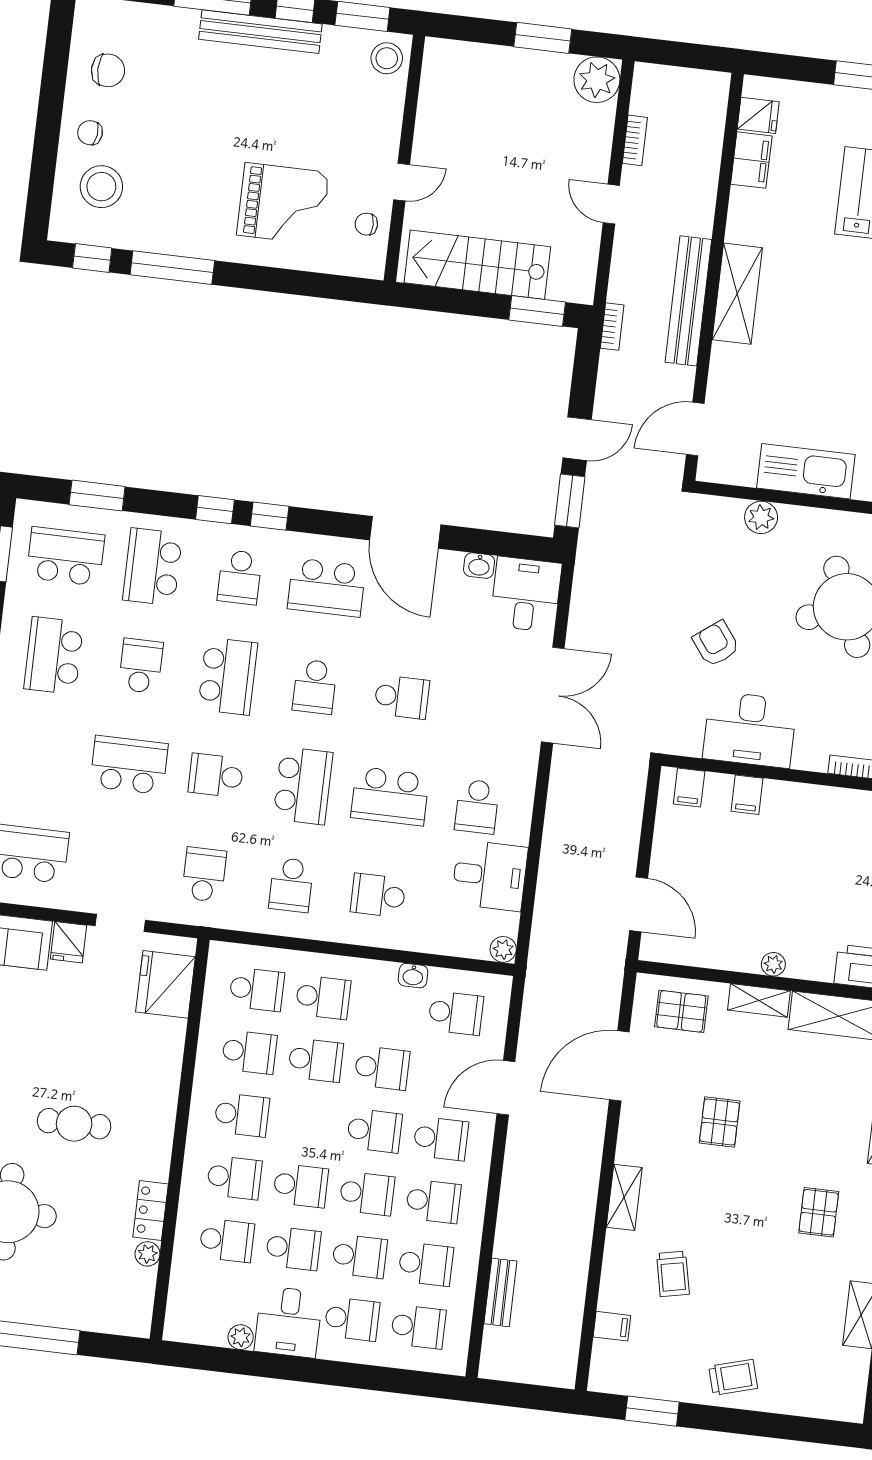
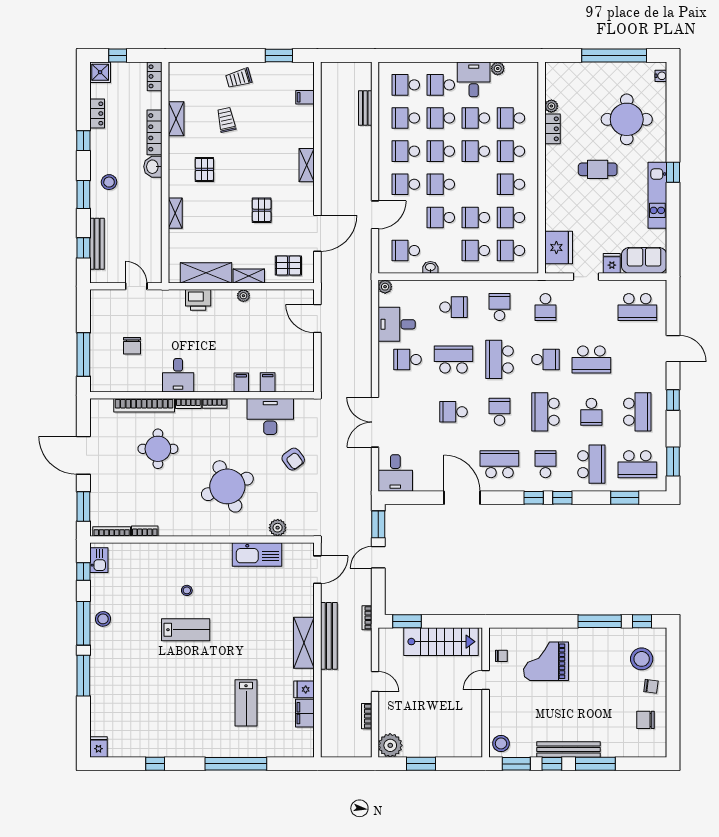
fridge: (758, 115) -> (304, 689), moved
washbasin: (479, 566) -> (421, 485), removed
filing cabinet: (689, 788) -> (241, 383), moved
school desk: (477, 807) -> (408, 359), turned -90
trolley: (673, 1274) -> (226, 120), moved

